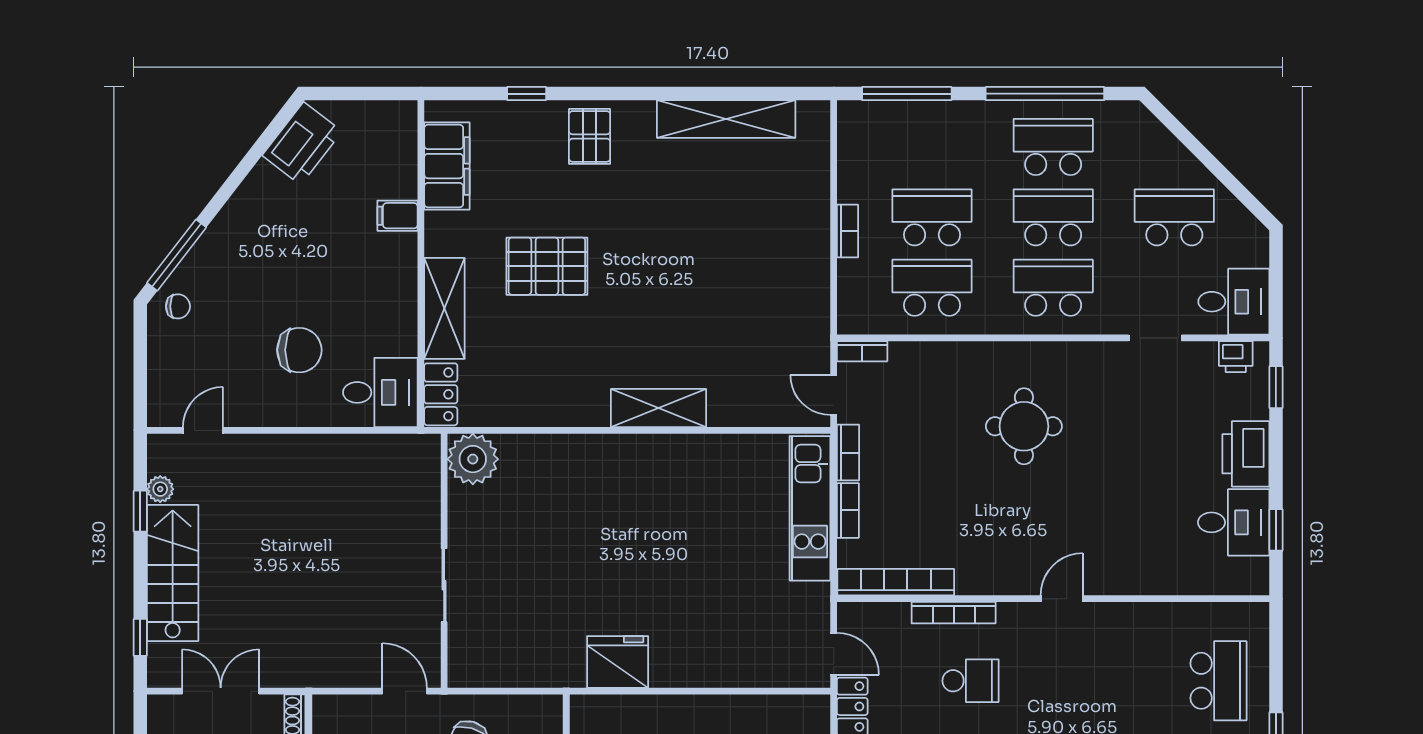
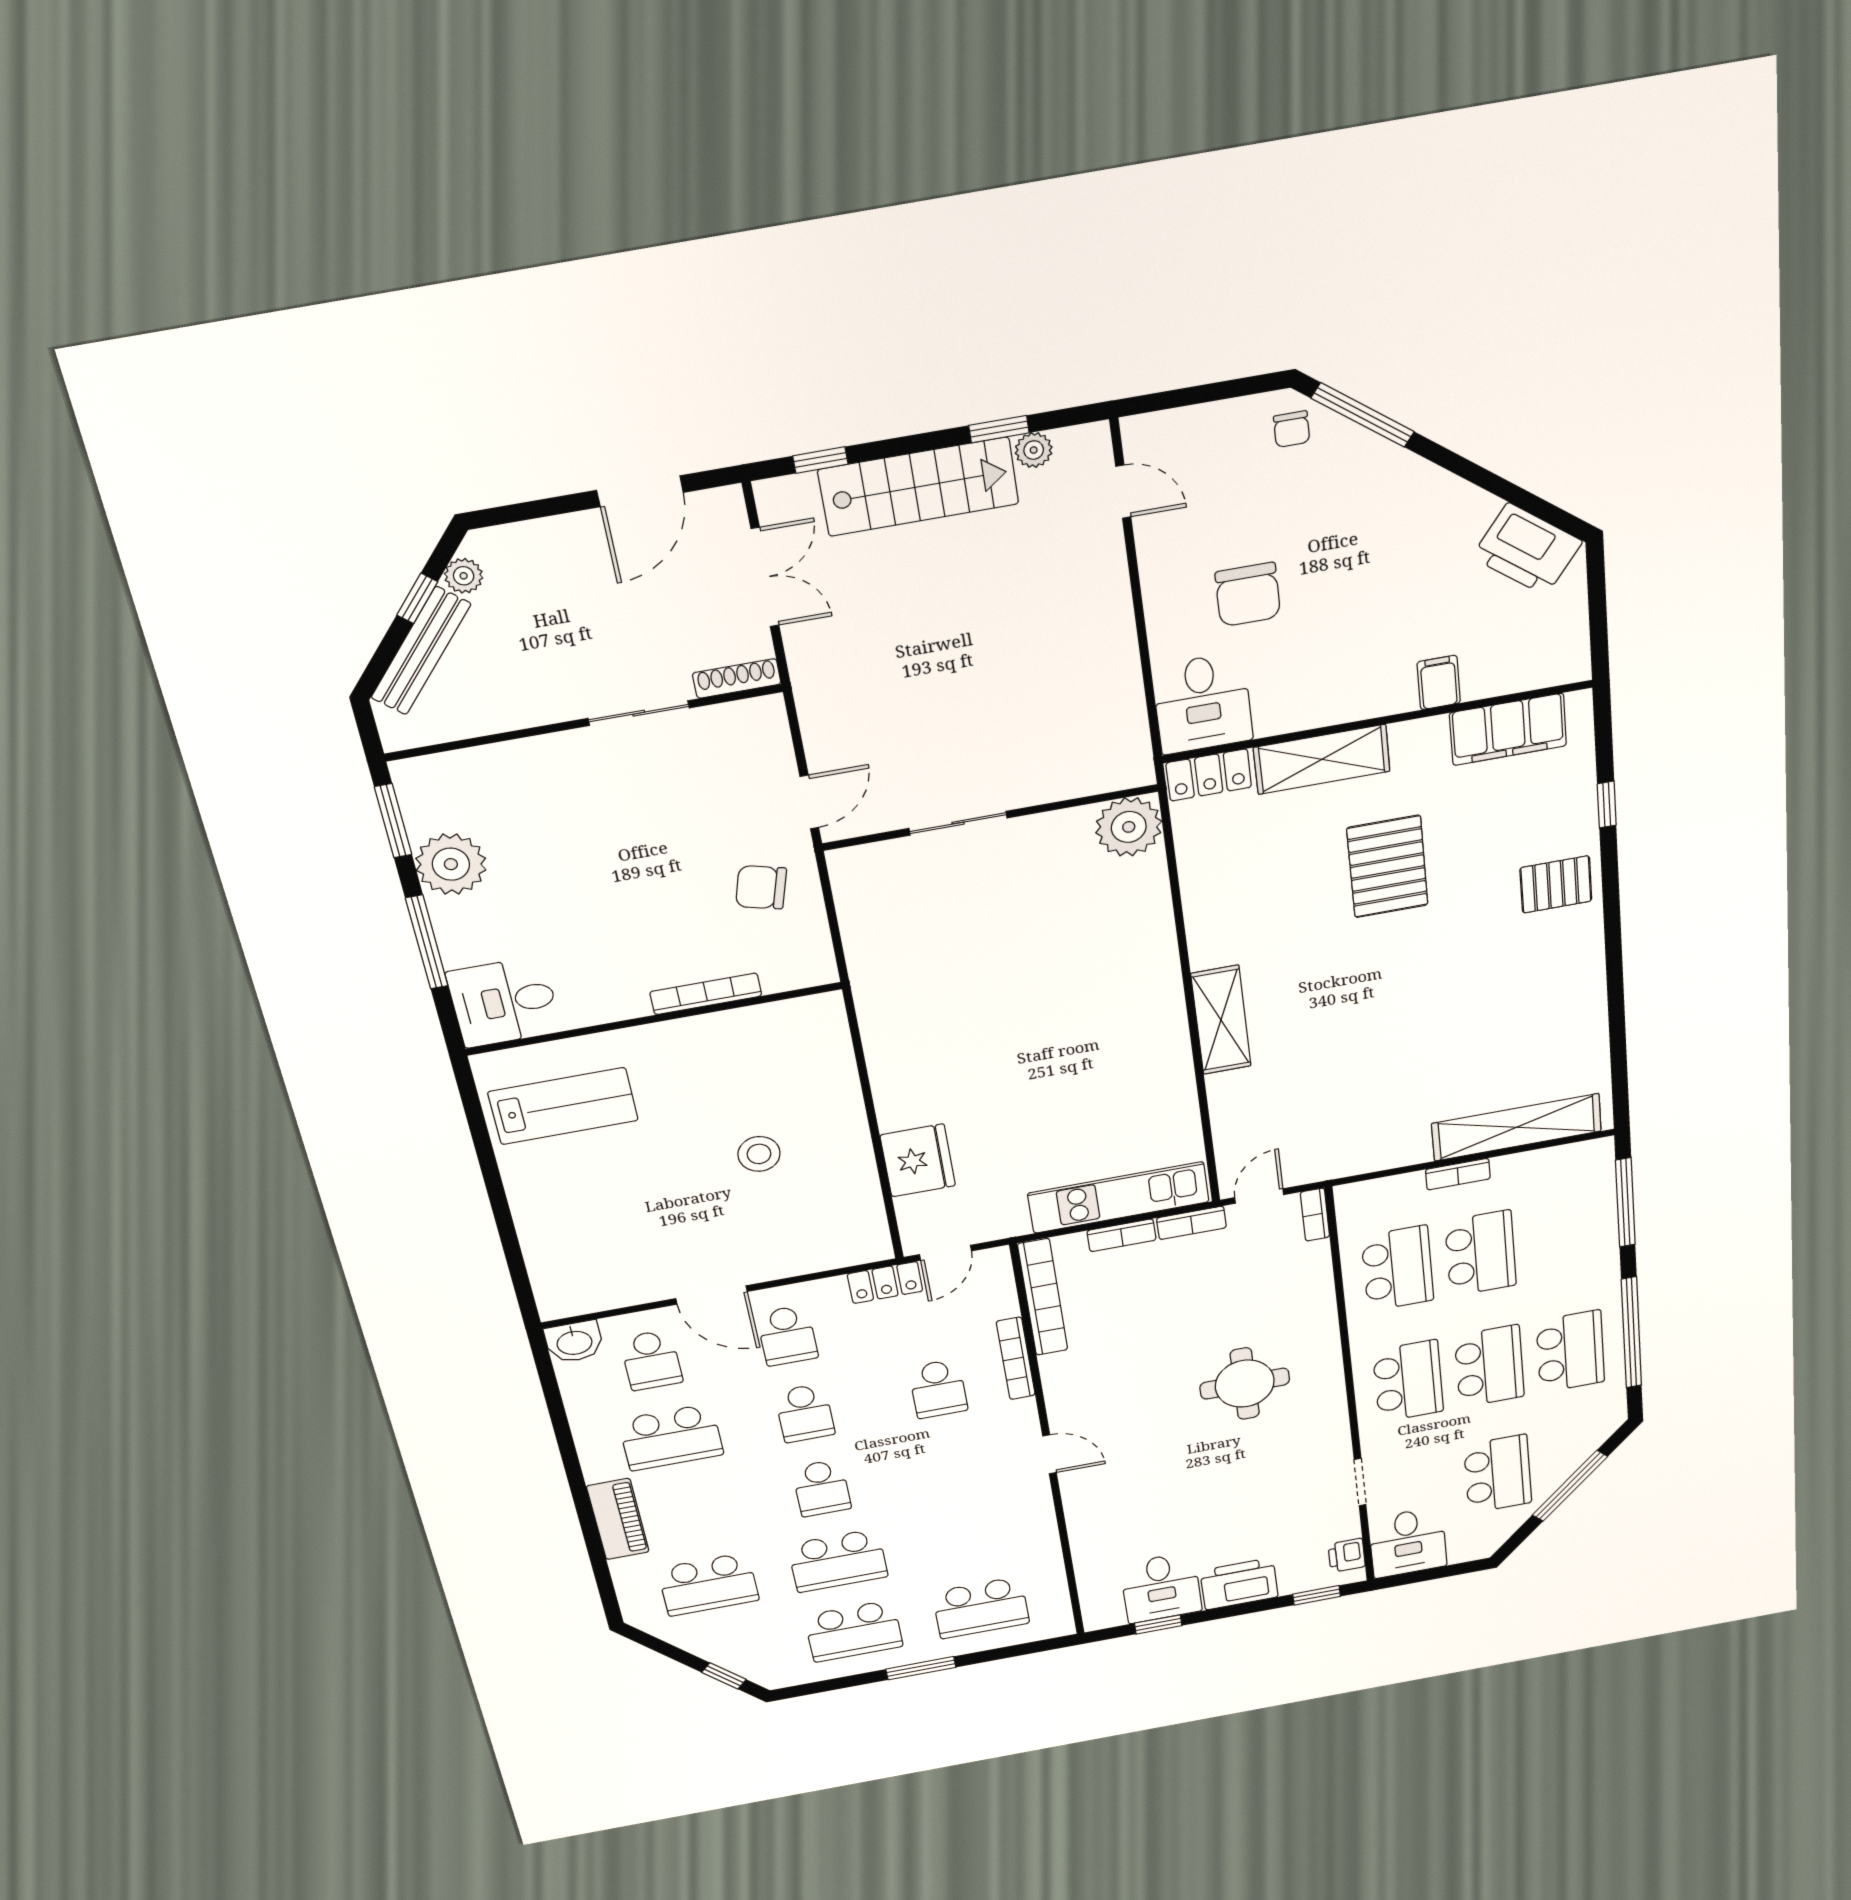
shelving: (726, 119) -> (1517, 1127), moved, turned 90
window: (1203, 155) -> (1570, 1486), added
fridge: (618, 662) -> (918, 1160), moved

